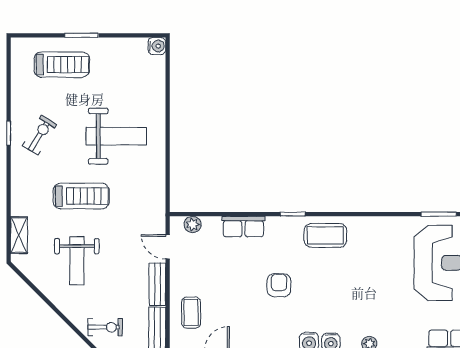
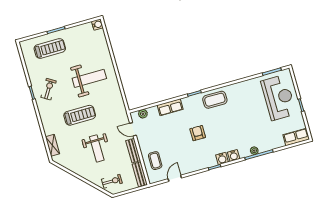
weight bench: (77, 261) -> (97, 148), moved

